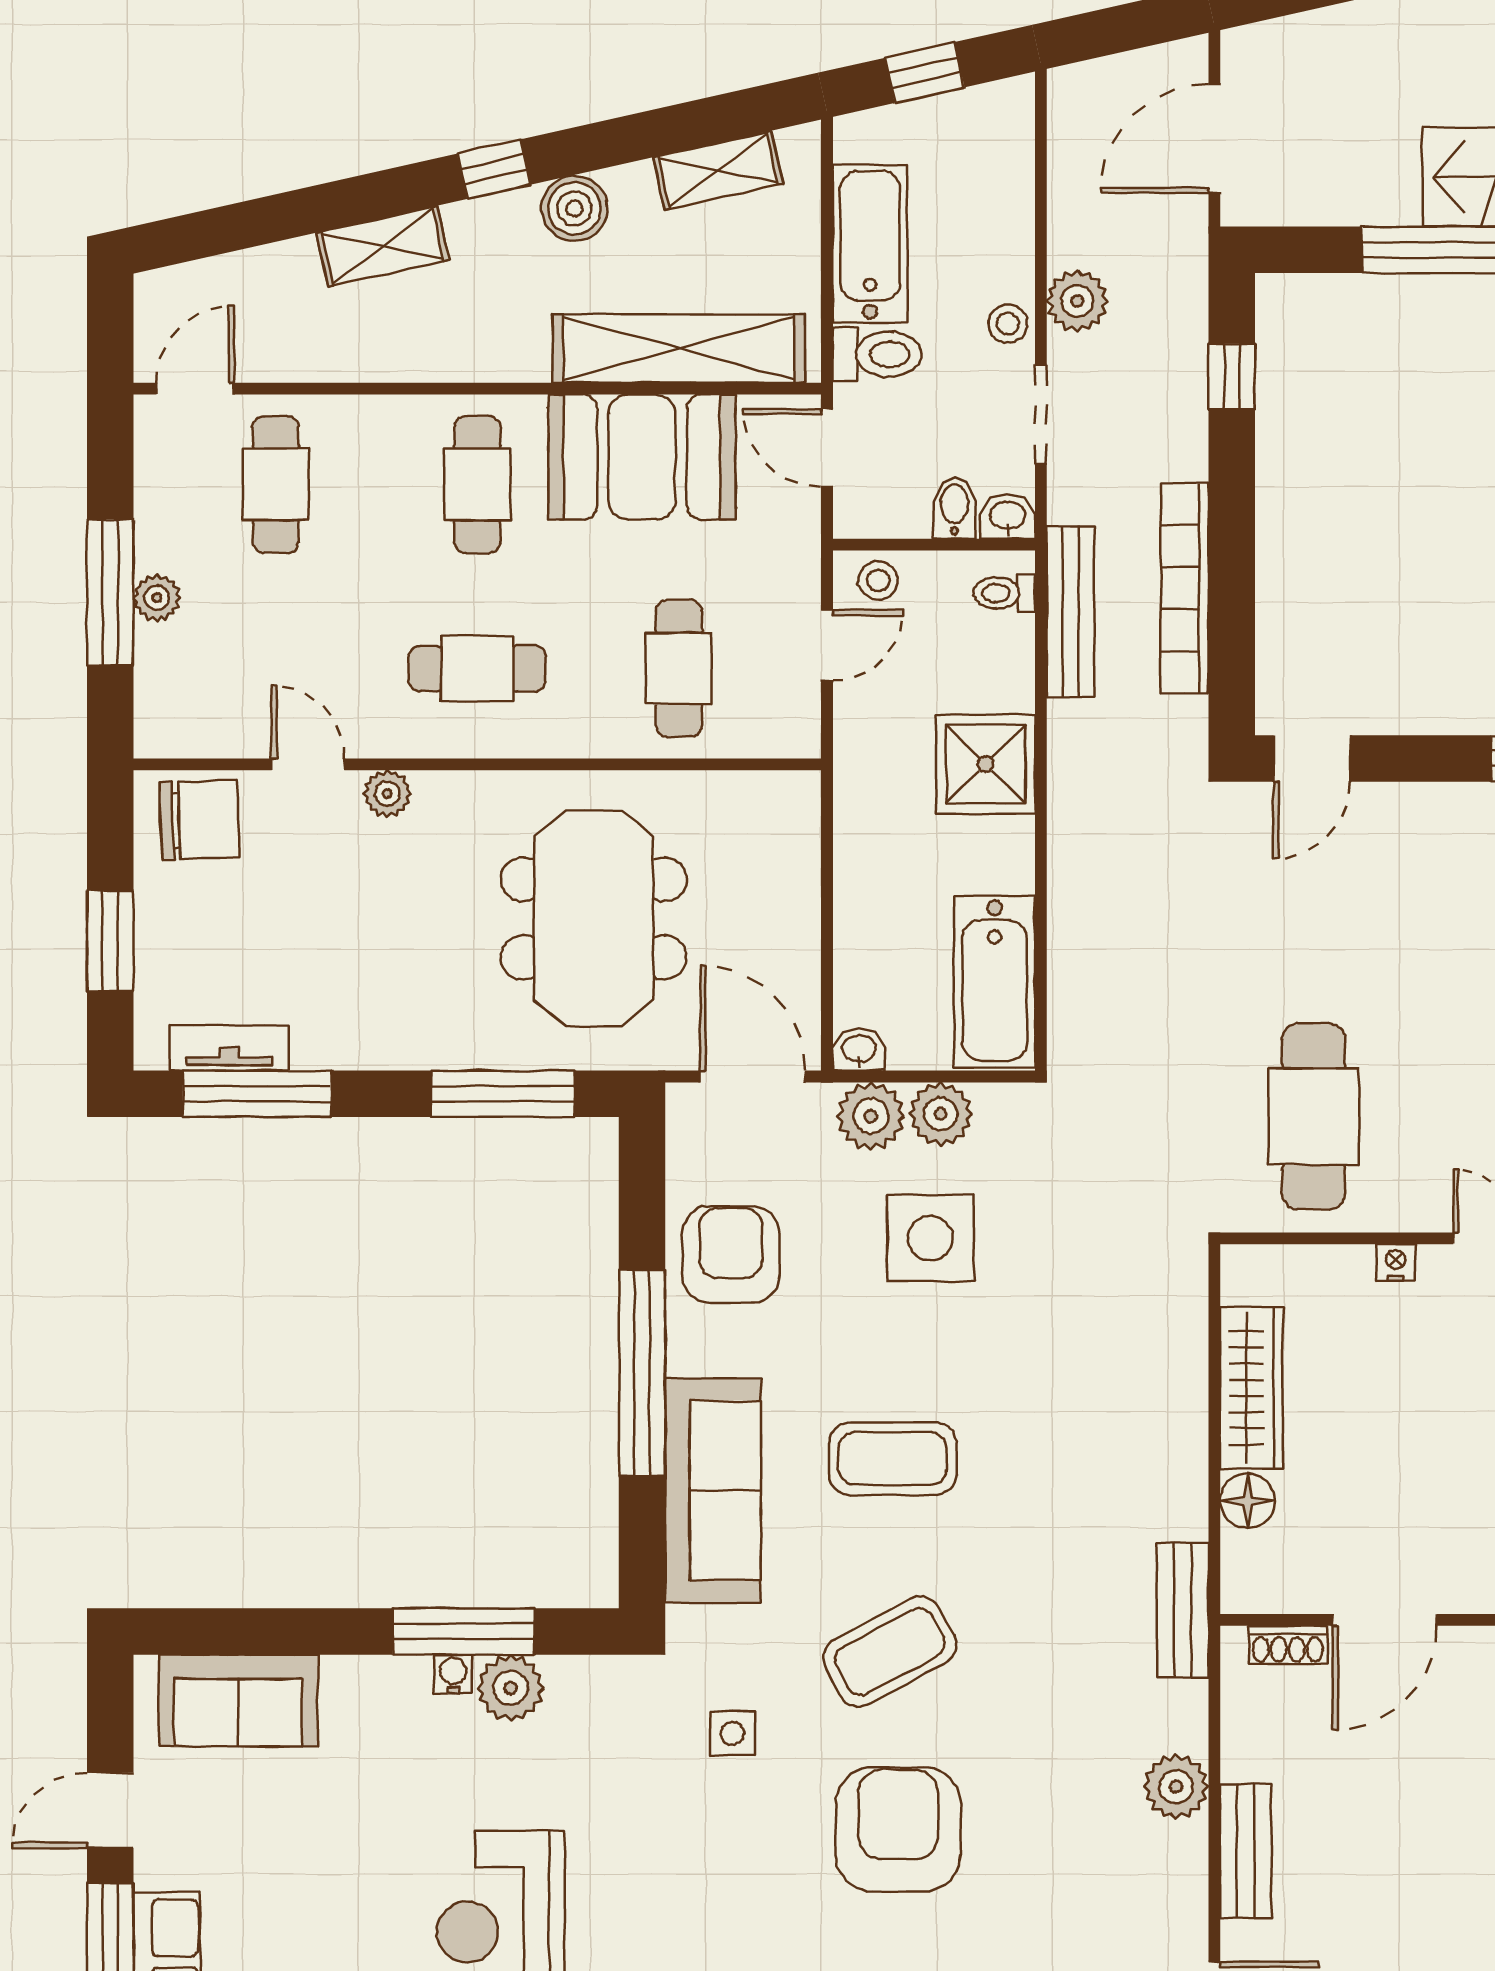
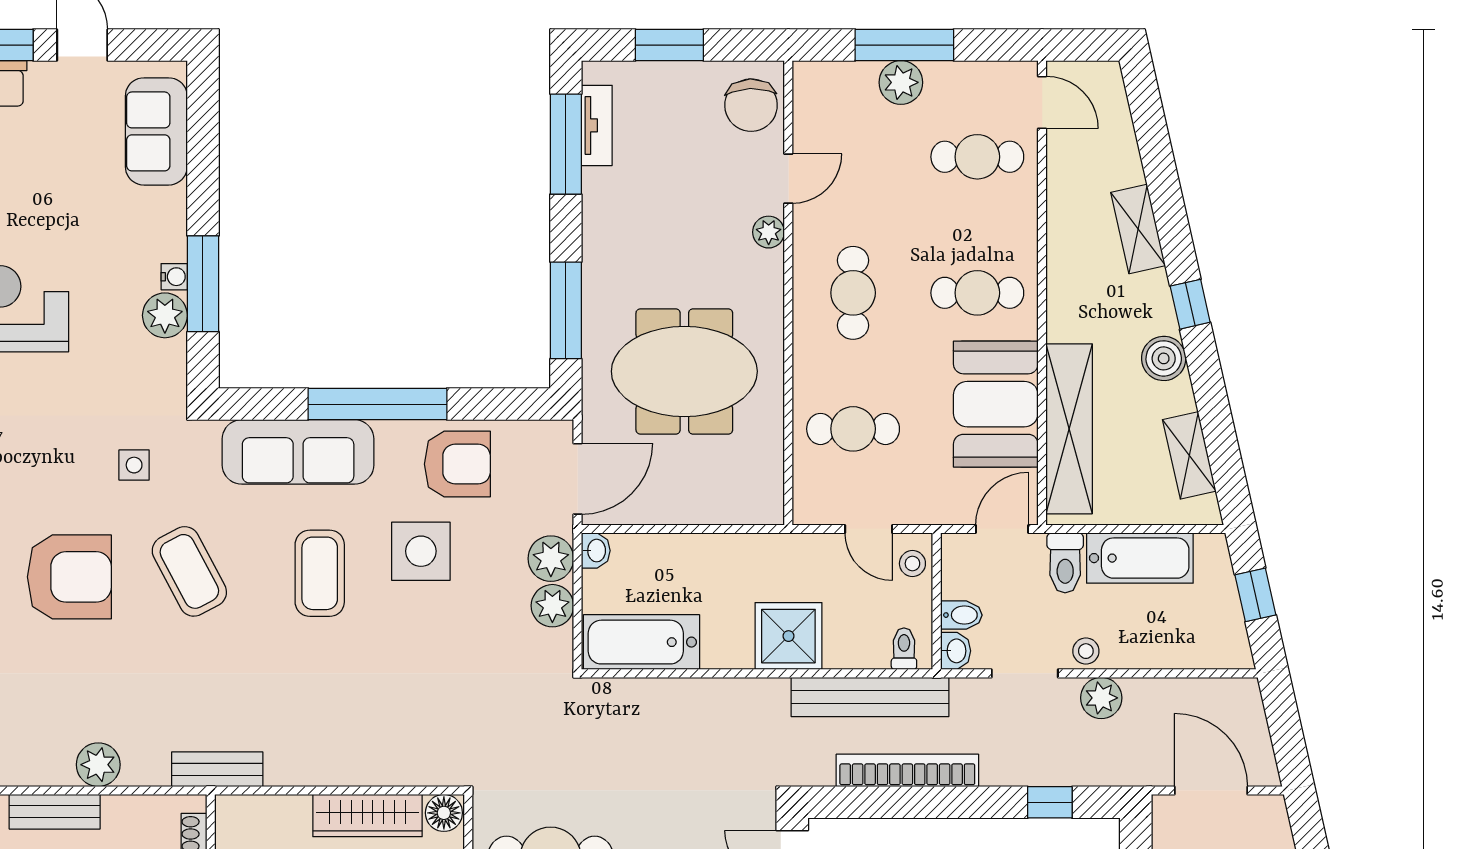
plant: (157, 598) -> (901, 82), width x1.38, depth x1.38
bench: (1071, 612) -> (870, 697), width x1.37, depth x1.21
side table: (930, 1238) -> (421, 551), moved
floor lamp: (1248, 1501) -> (444, 813), moved

